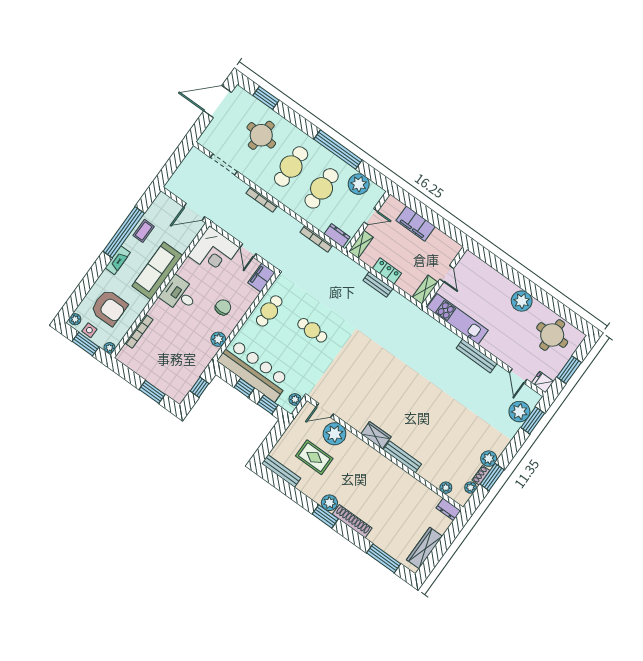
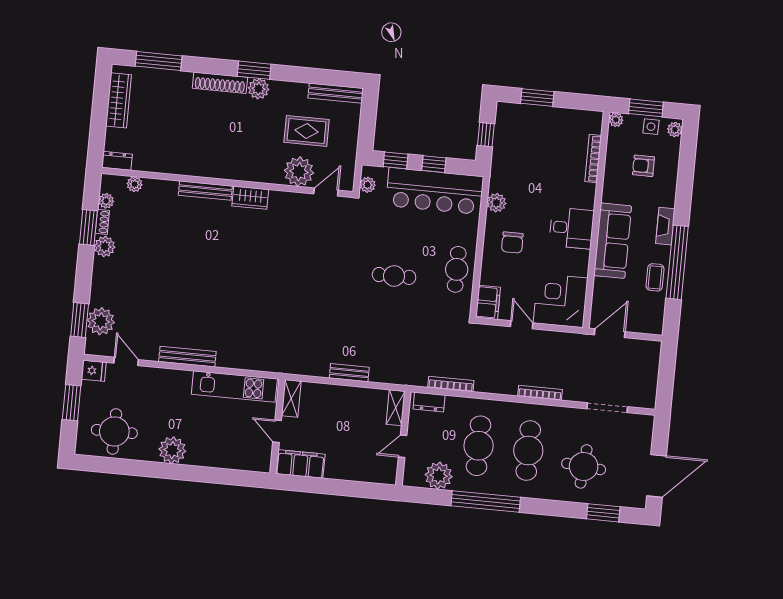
filing cabinet: (416, 224) -> (300, 464), moved
locker: (387, 271) -> (348, 395), removed
armchair: (109, 308) -> (643, 166), width x0.53, depth x0.53

